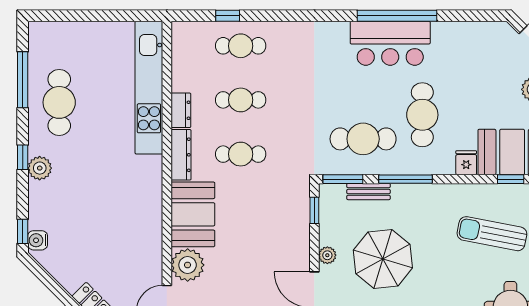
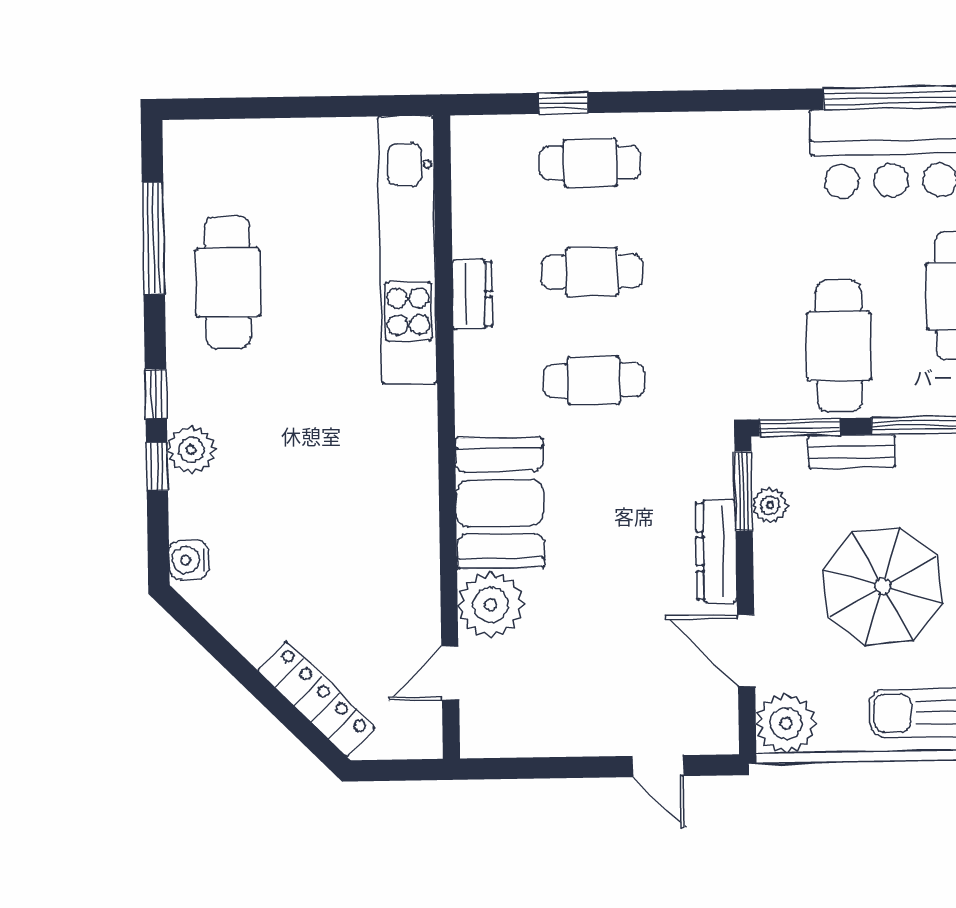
cafe table: (363, 139) -> (839, 346), turned 90
dresser: (181, 155) -> (716, 551), moved, turned 180
plant: (40, 168) -> (191, 450), moved
window: (314, 210) -> (744, 491), width x1.50
window: (23, 231) -> (157, 467), moved
plant: (327, 255) -> (770, 505), moved

